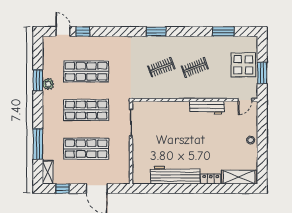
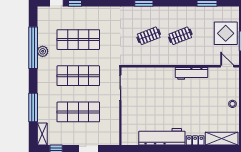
window: (38, 80) -> (33, 48), width x2.11
door: (245, 100) -> (227, 66), swing flipped

